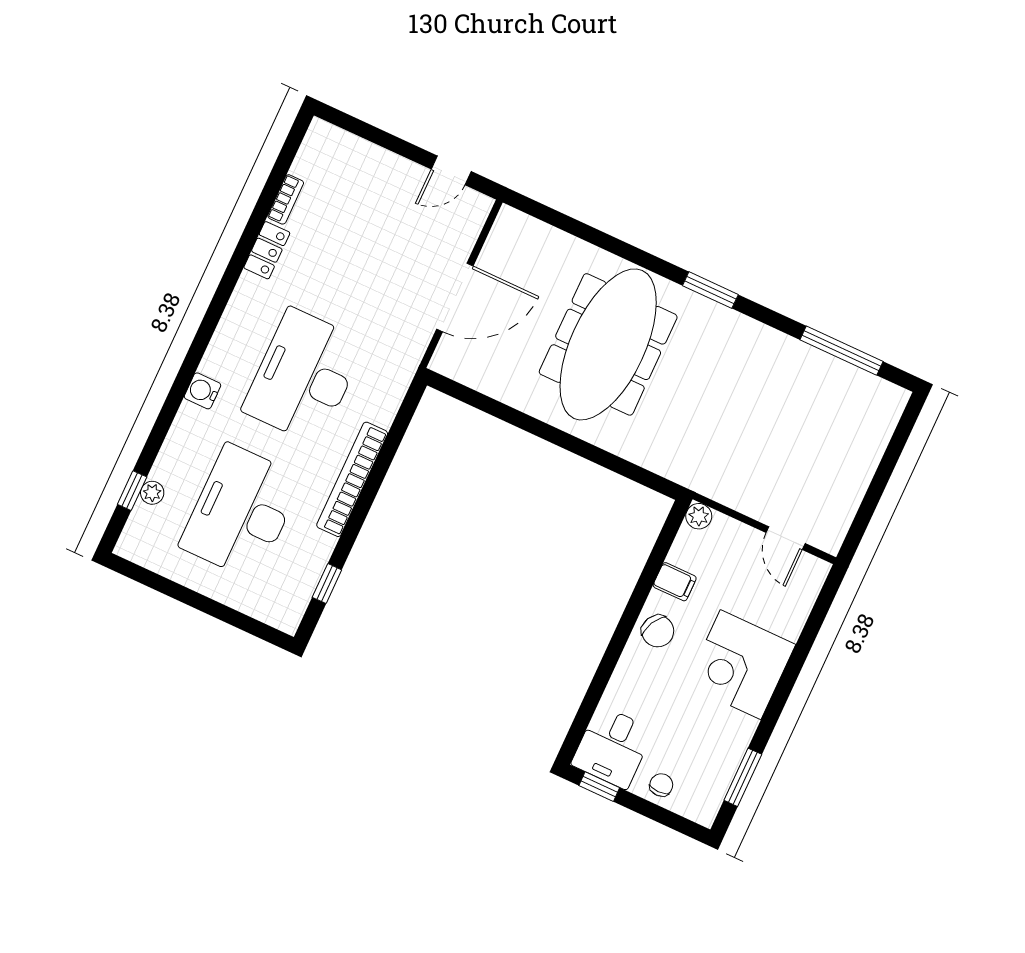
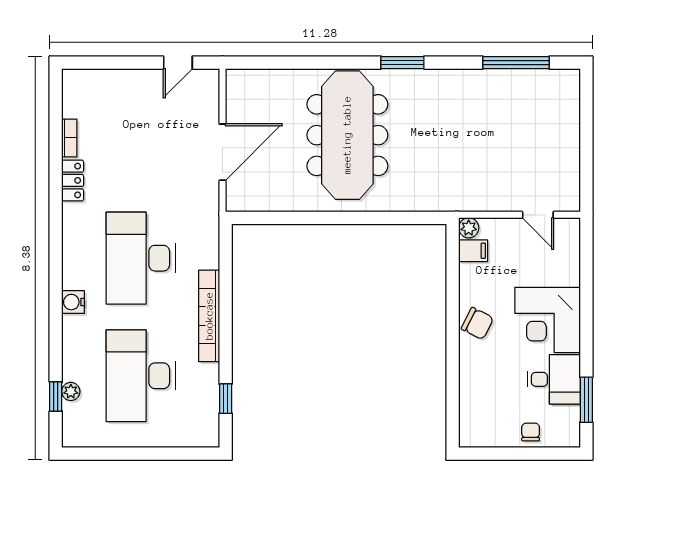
filing cabinet: (675, 582) -> (473, 251), moved
desk: (612, 747) -> (554, 379), moved, turned -90
window: (599, 787) -> (487, 454), removed

